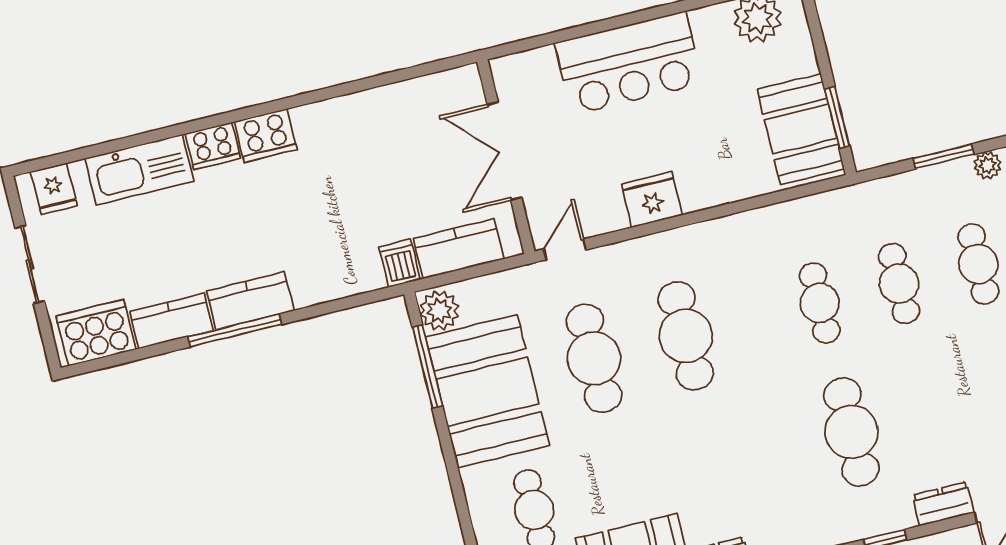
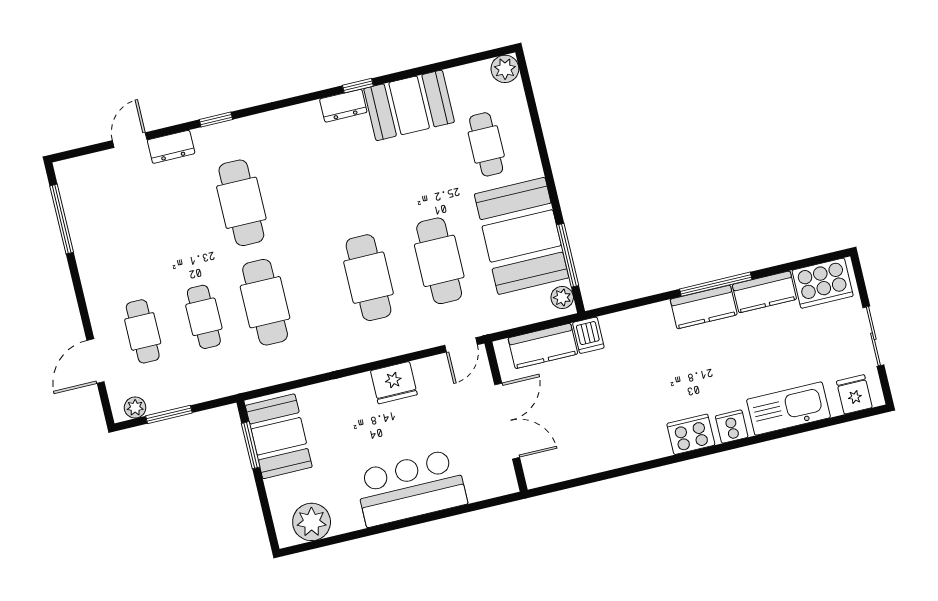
cooker: (213, 146) -> (732, 427), width x0.73
cafe table: (820, 303) -> (265, 302), width x1.37, depth x1.35
plant: (439, 311) -> (562, 297), width x0.73, depth x0.73

